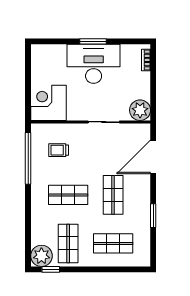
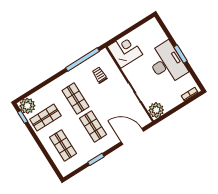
shop shelf: (113, 195) -> (93, 126), turned 90

